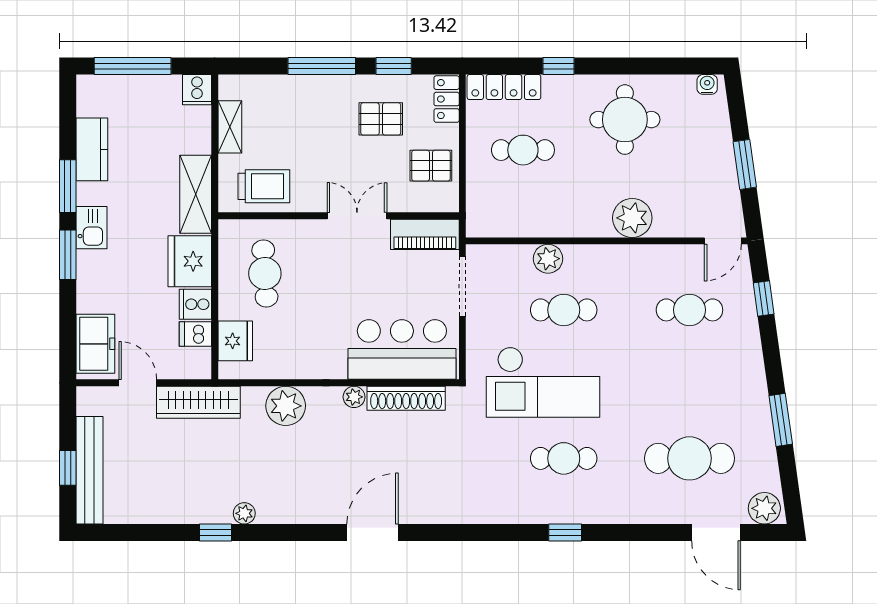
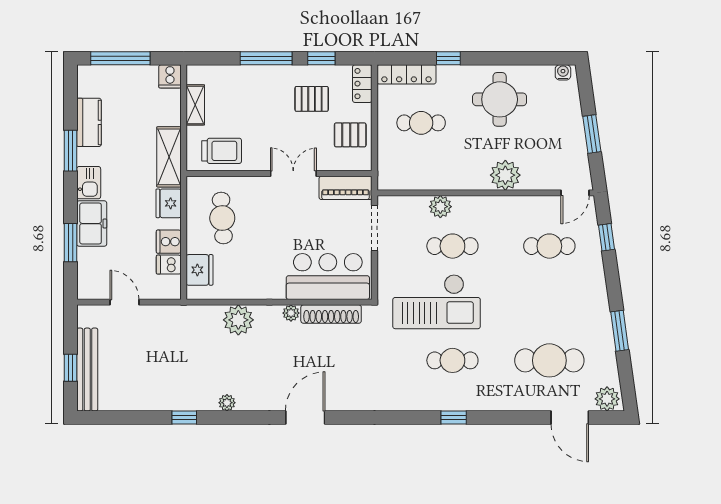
window: (68, 255) -> (70, 243), moved
fridge: (190, 261) -> (169, 203), width x0.73, depth x0.75
freezer: (95, 344) -> (92, 224), moved
wardrobe: (198, 402) -> (171, 317), removed
plant: (244, 513) -> (227, 403), moved

